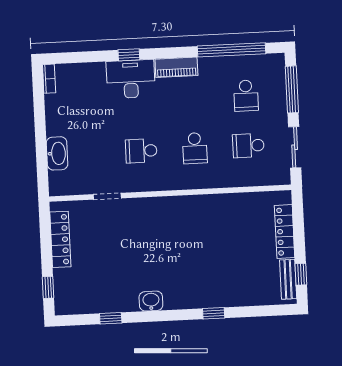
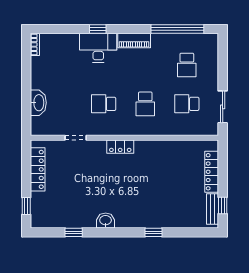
window: (292, 89) -> (223, 62), removed
locker: (165, 205) -> (120, 147), added

